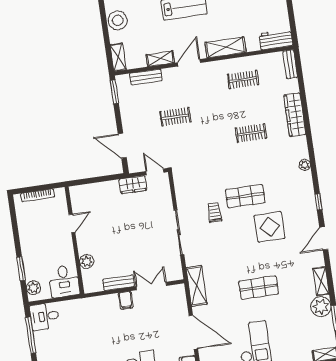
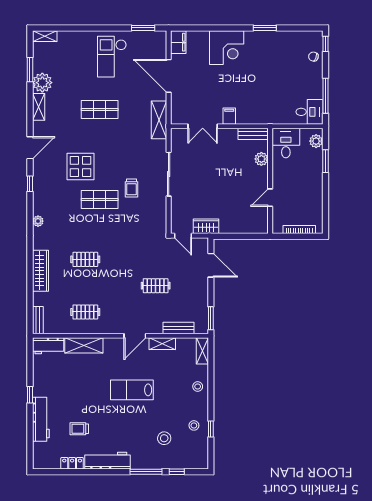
stool: (118, 20) -> (198, 386), width x0.53, depth x0.53
shelving: (225, 47) -> (84, 345), moved
bench: (118, 283) -> (253, 134), moved

